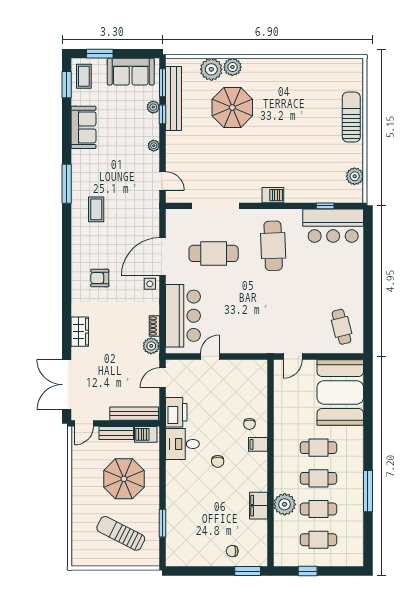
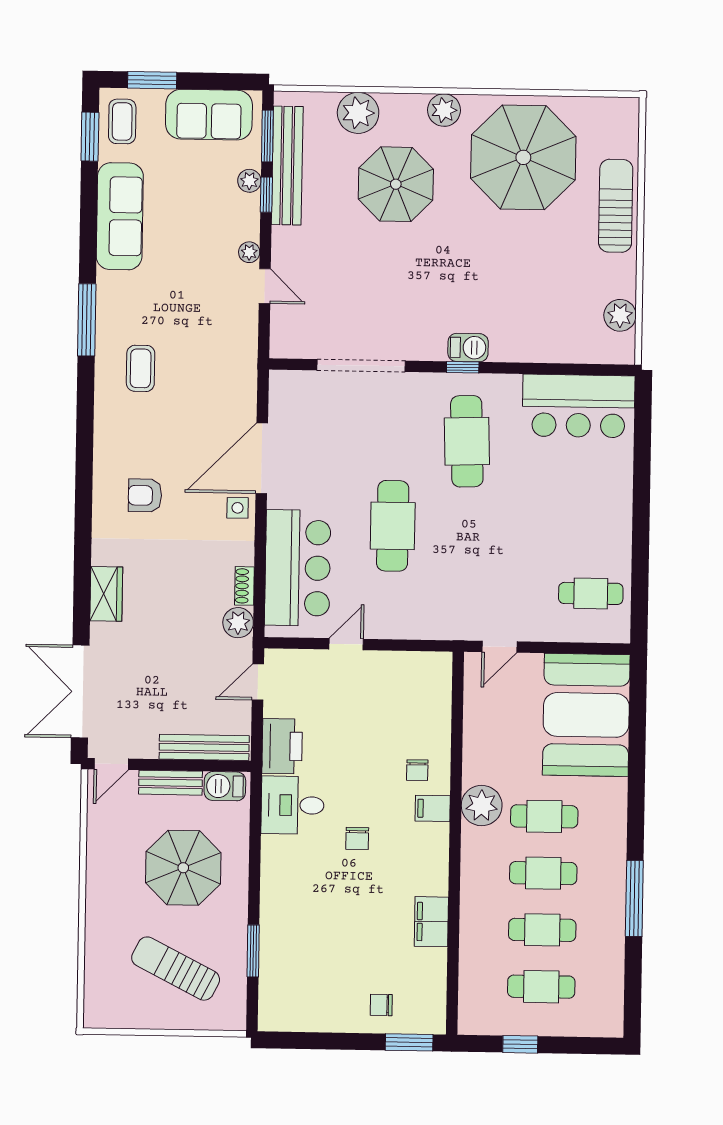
plant: (232, 67) -> (444, 110), moved
parasol: (301, 92) -> (523, 157), added
sofa: (83, 127) -> (120, 216), width x1.36
door: (162, 181) -> (265, 286), moved
window: (325, 206) -> (463, 367), moved
cafe table: (214, 253) -> (393, 526), moved, turned 90
cafe table: (342, 327) -> (591, 593), turned -76
plant: (285, 504) -> (482, 806), moved

